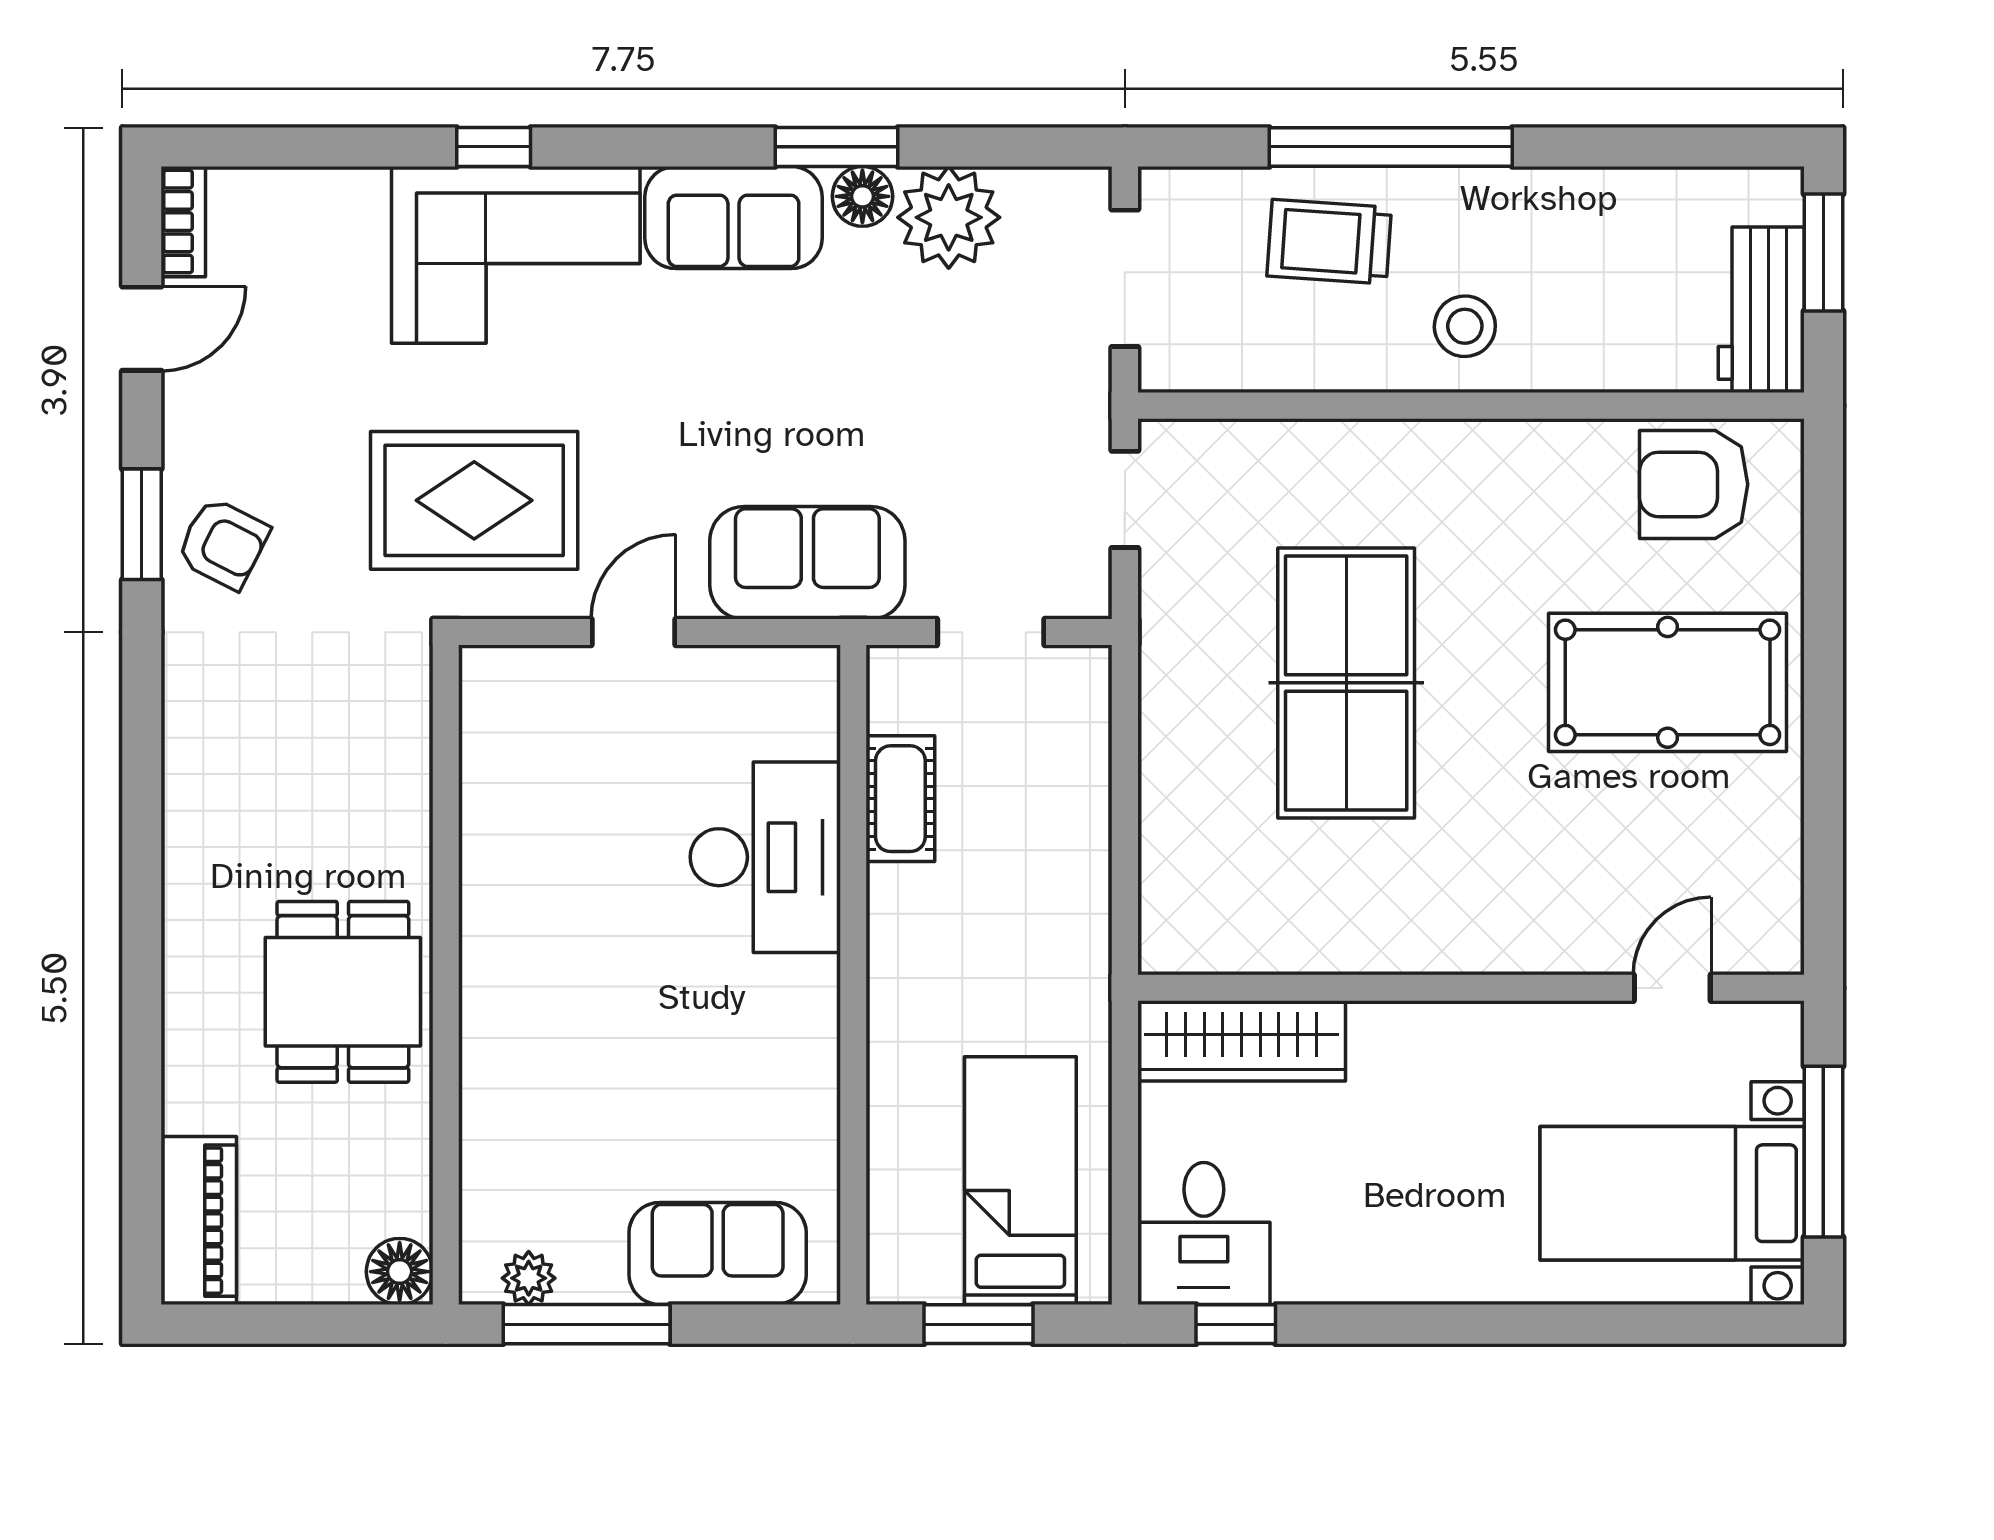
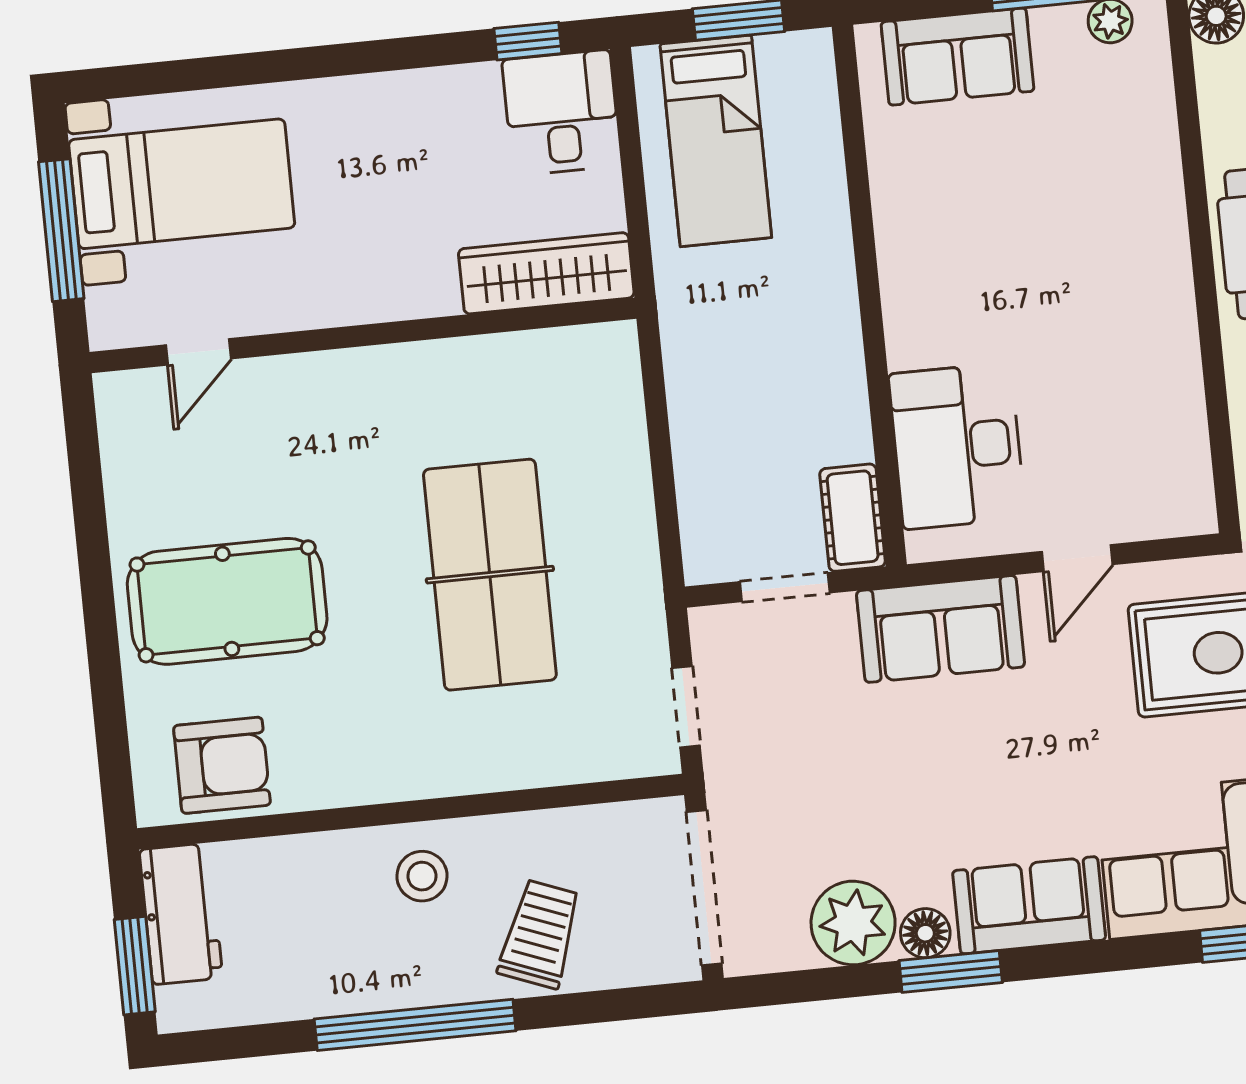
window: (1391, 147) -> (415, 1025), moved
trolley: (1329, 242) -> (540, 934), turned -73
doorway: (1125, 278) -> (704, 888), width x1.36
cot: (900, 799) -> (853, 518), moved
desk: (765, 857) -> (957, 446), moved

